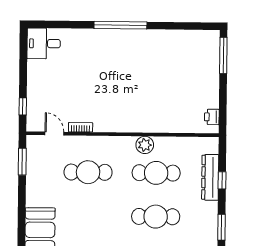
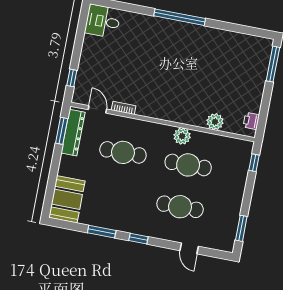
plant: (175, 124) -> (215, 122), added
dresser: (210, 177) -> (73, 133), moved, turned 180
window: (222, 180) -> (254, 163), moved

